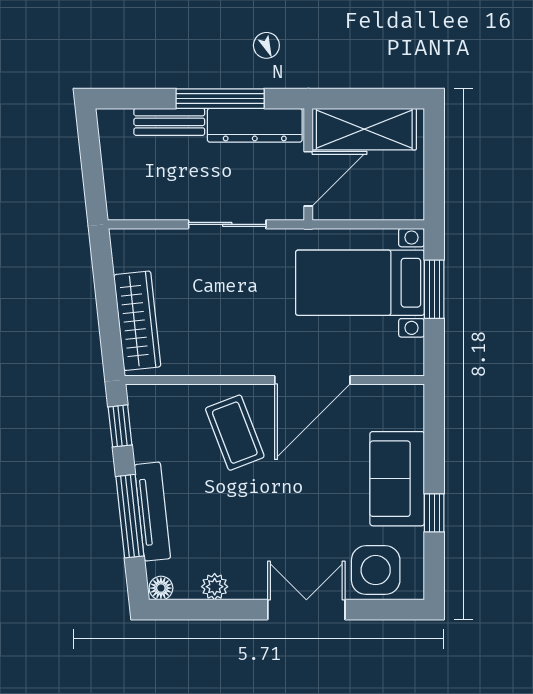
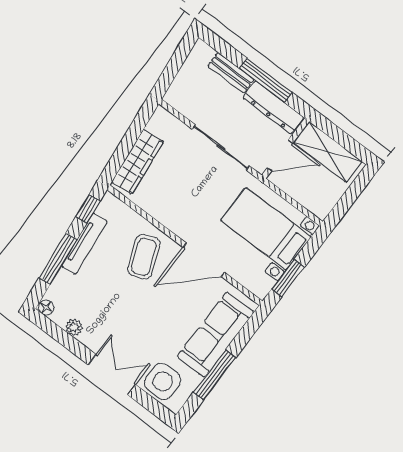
sliding door: (227, 224) -> (221, 147), width x1.37
window: (434, 289) -> (288, 278), moved
sofa: (397, 479) -> (216, 334), width x1.36
tv unit: (152, 512) -> (84, 244), moved
window: (434, 513) -> (215, 375), width x2.17

